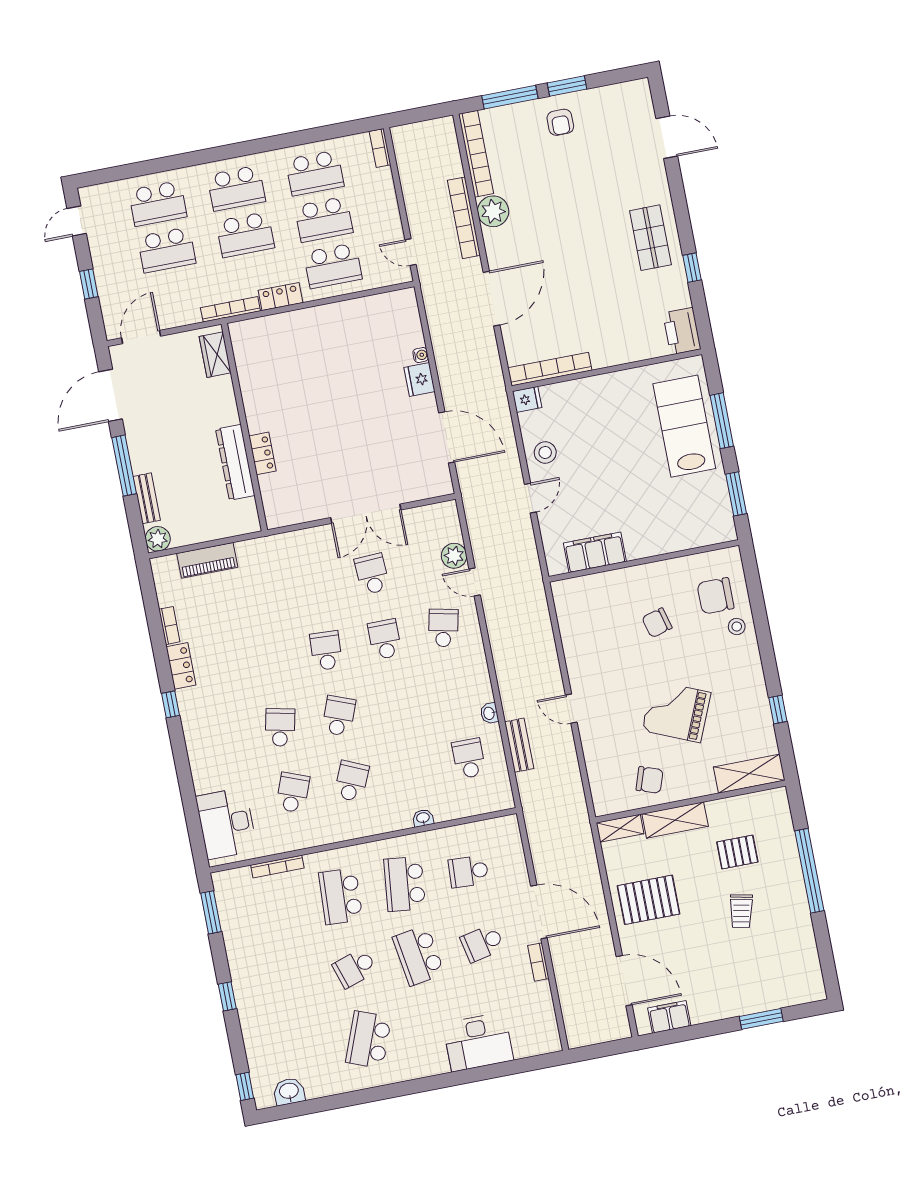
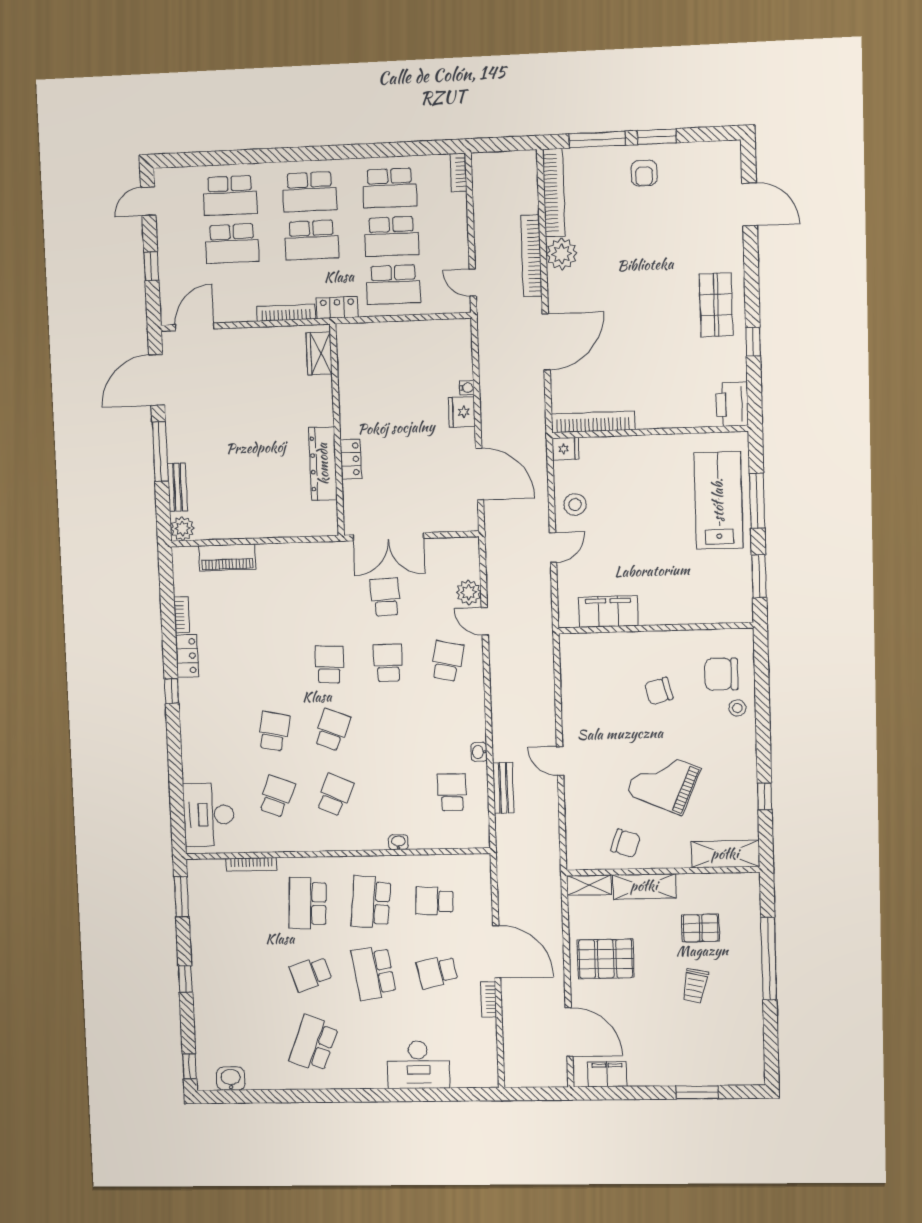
wardrobe: (215, 355) -> (319, 353), moved
wall: (244, 427) -> (337, 430), moved
locker: (262, 453) -> (351, 459), moved
dresser: (235, 462) -> (323, 464), moved

